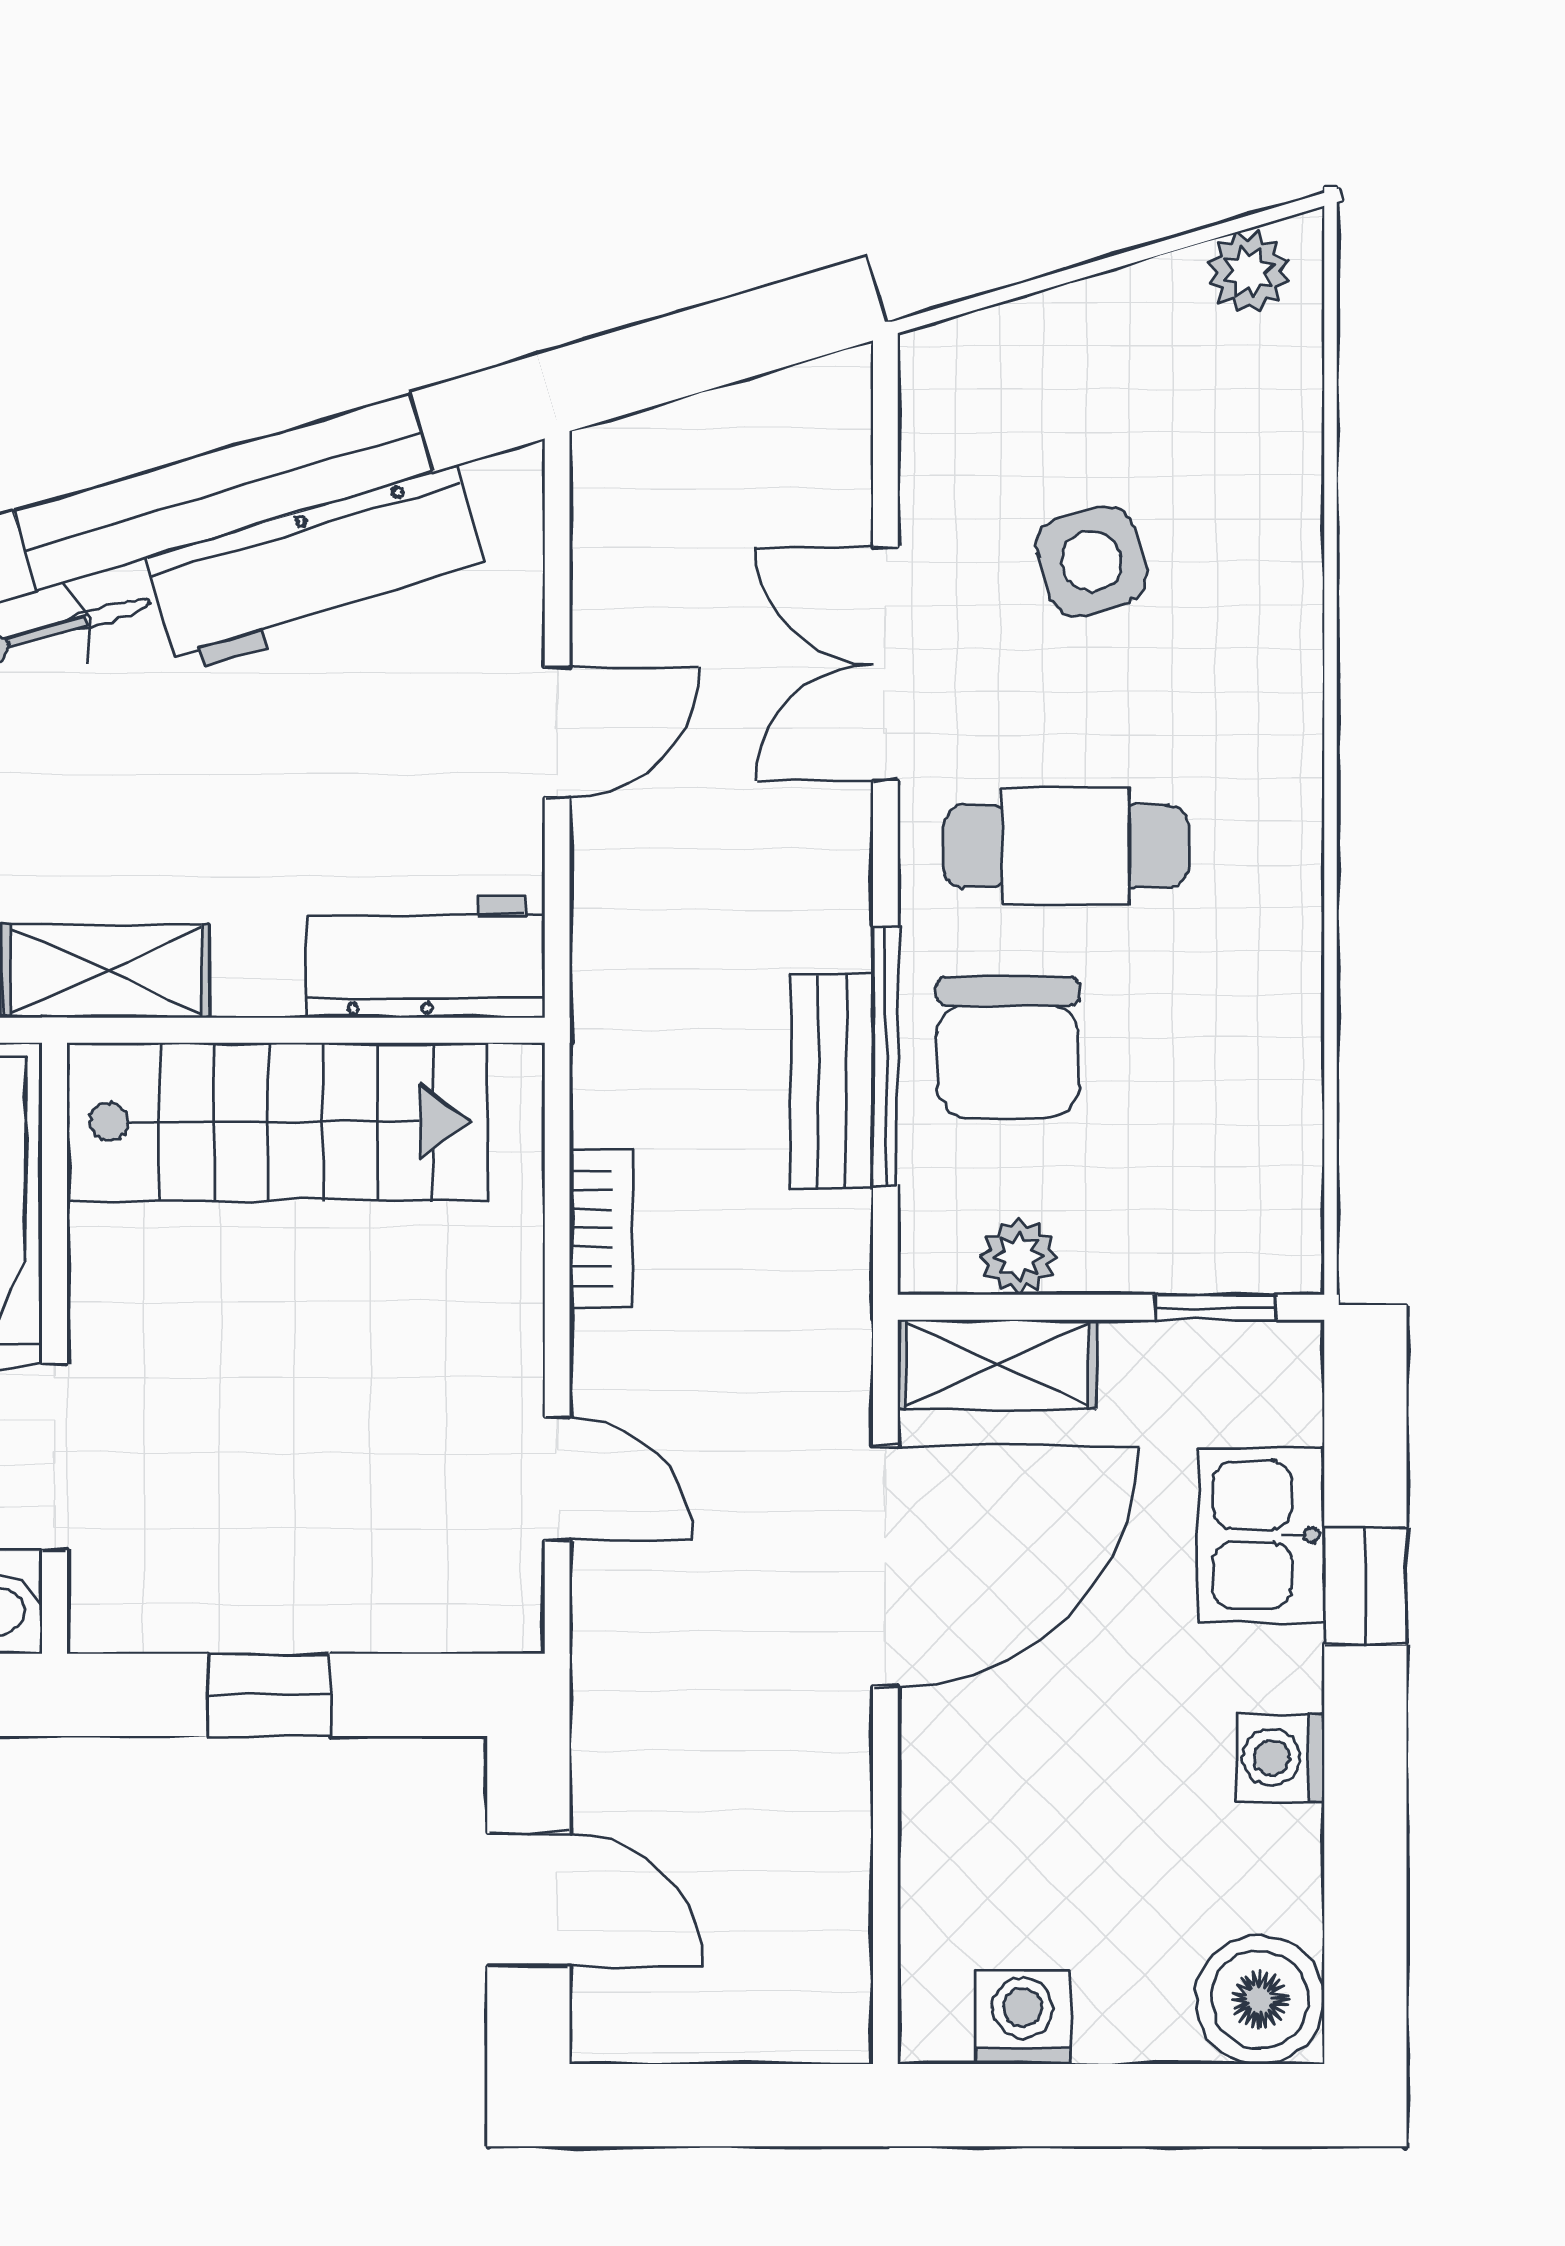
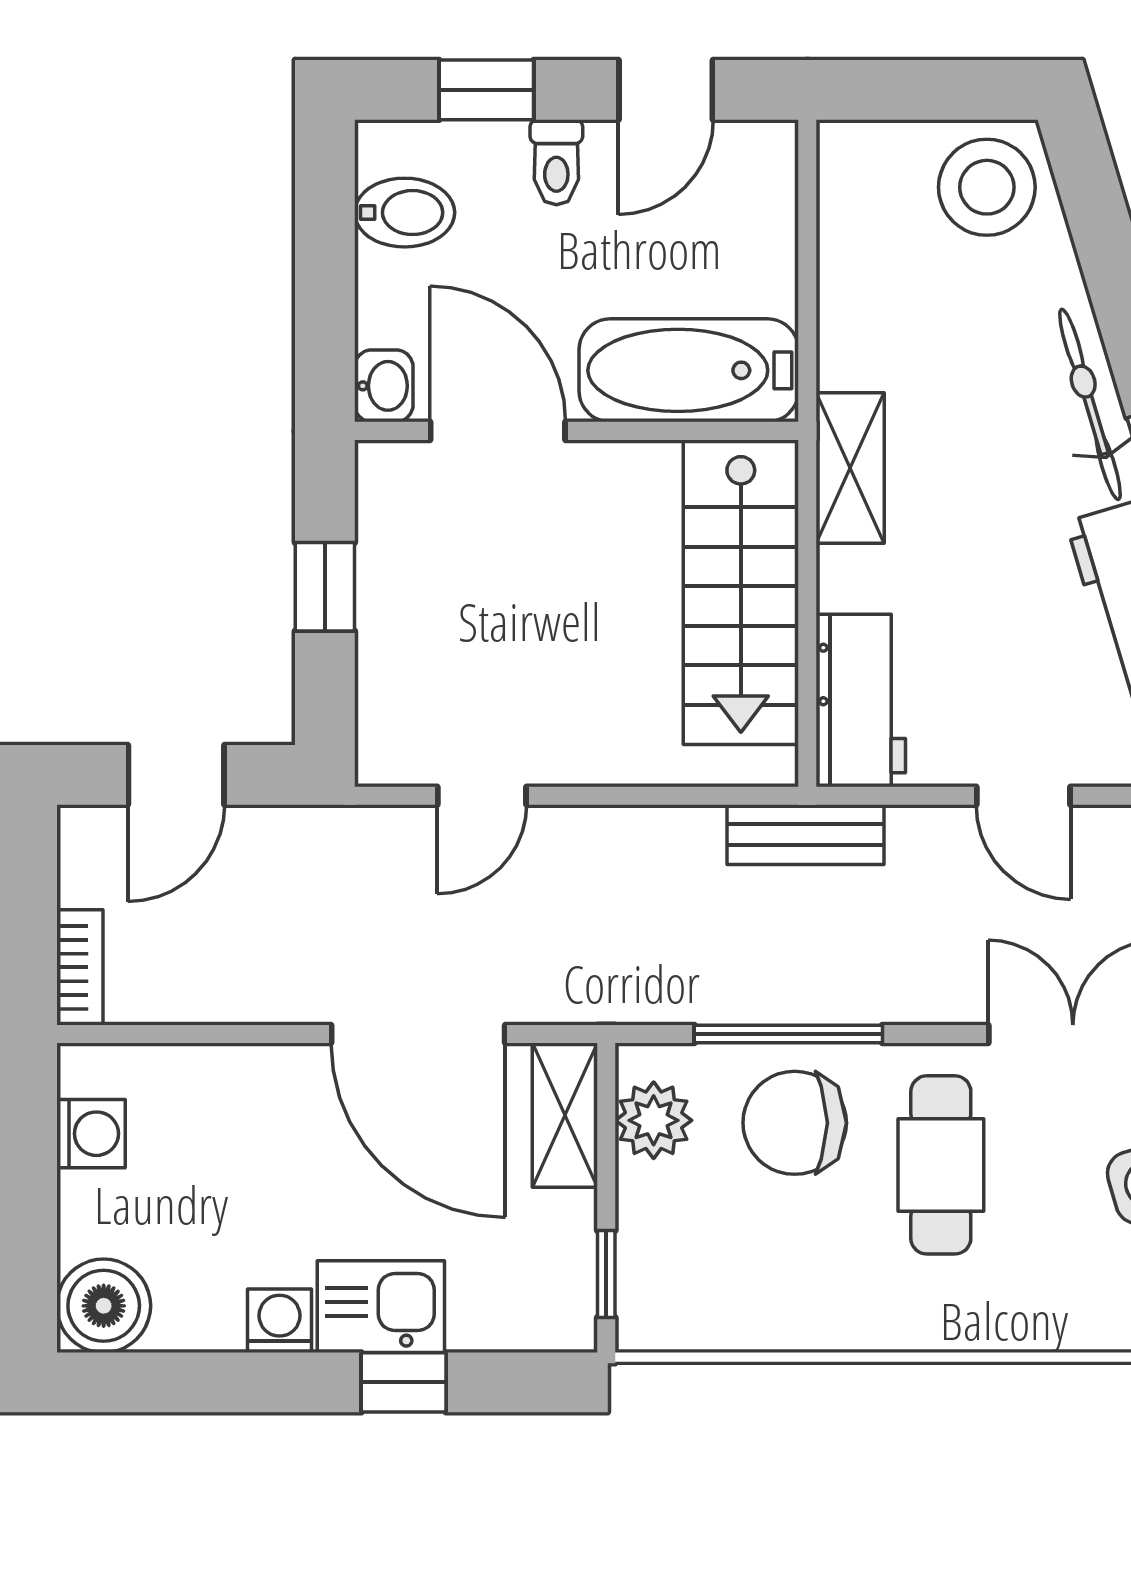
bench: (832, 1082) -> (805, 835), moved
bookcase: (601, 1228) -> (80, 967), moved, turned -90
plant: (1019, 1256) -> (654, 1120), width x1.38, depth x1.38
kitchen sink: (1261, 1535) -> (381, 1307), moved

